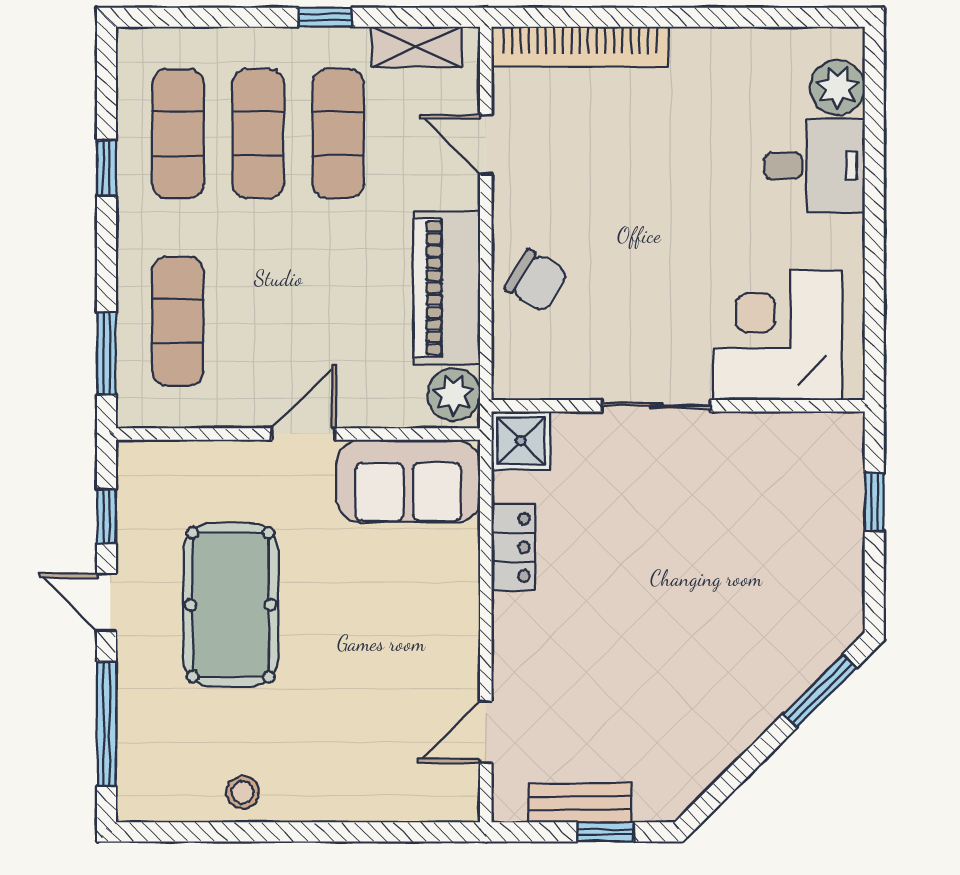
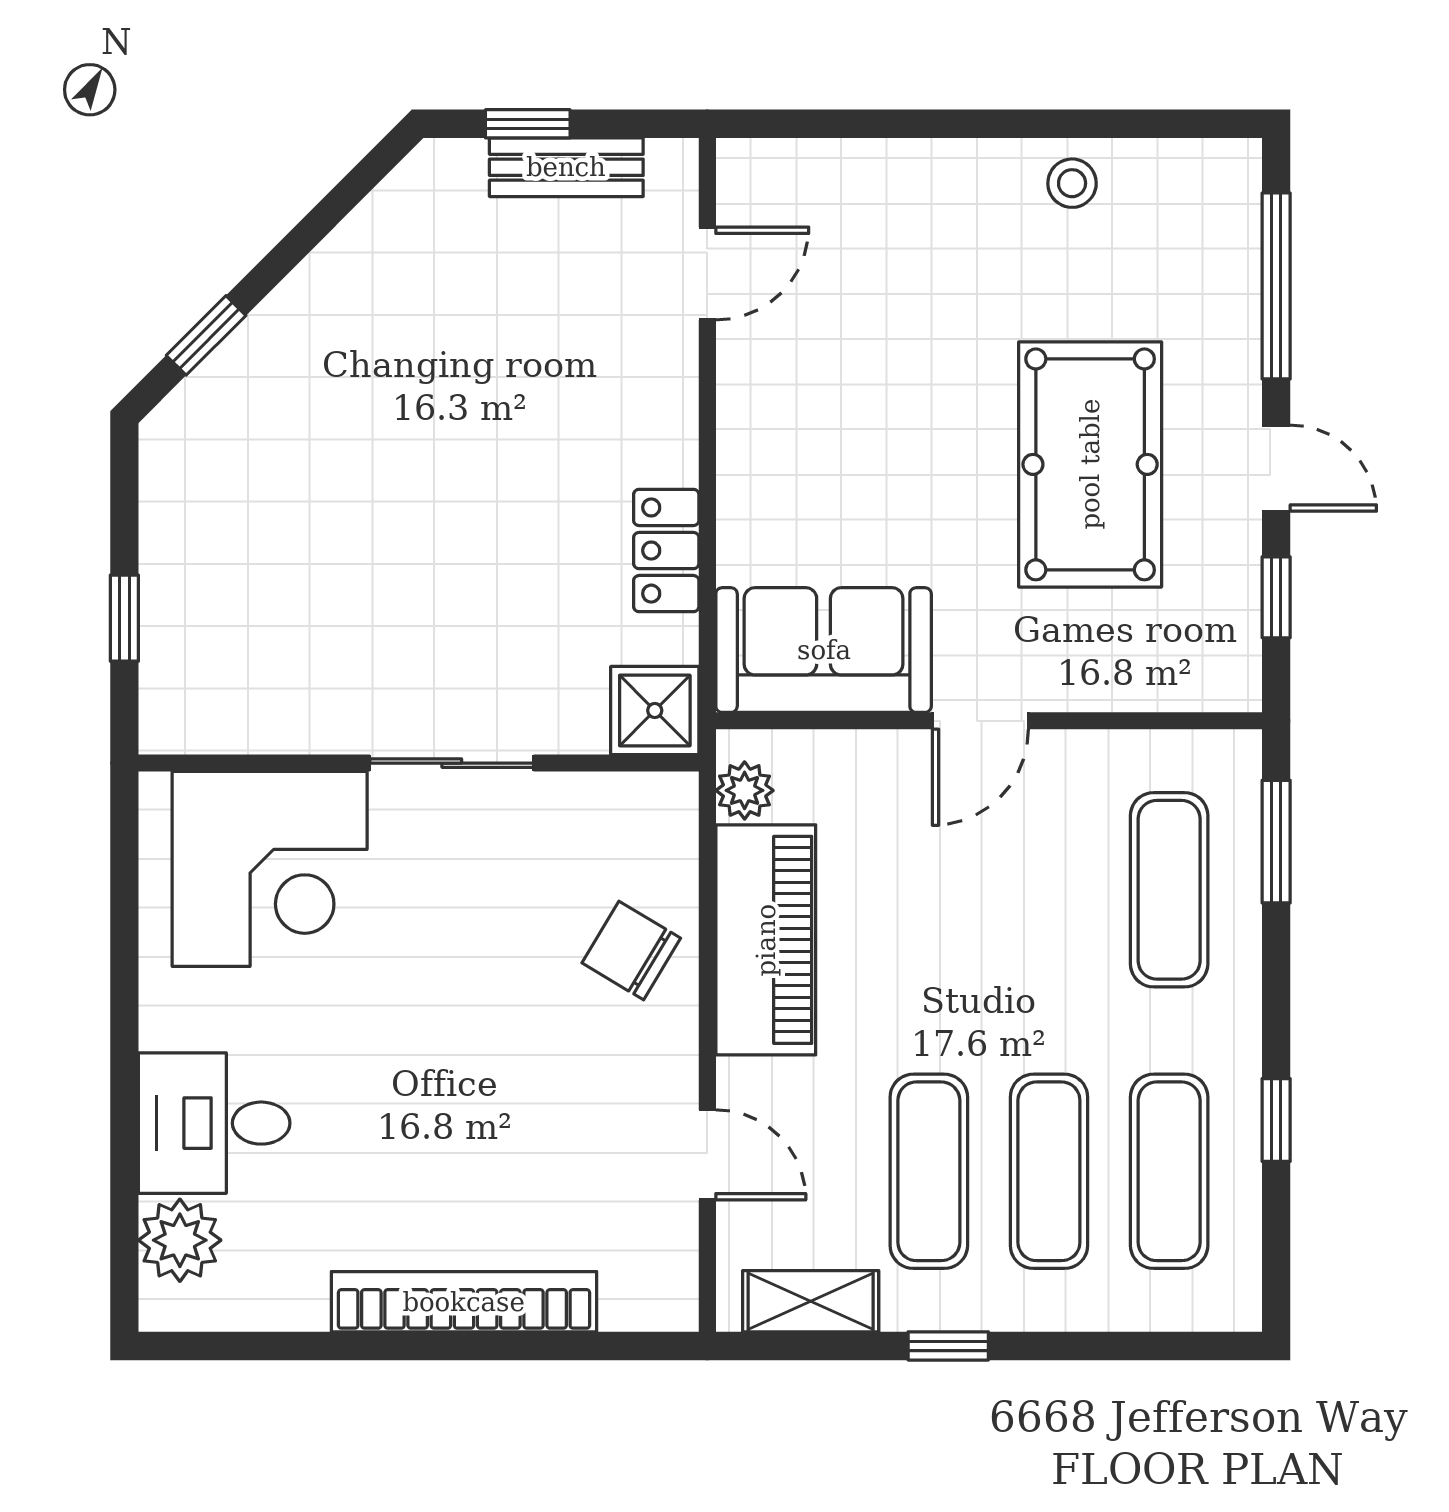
bookcase: (580, 47) -> (464, 1302), moved
plant: (454, 395) -> (745, 790), width x0.73, depth x0.73
window: (820, 691) -> (206, 335), width x0.67

